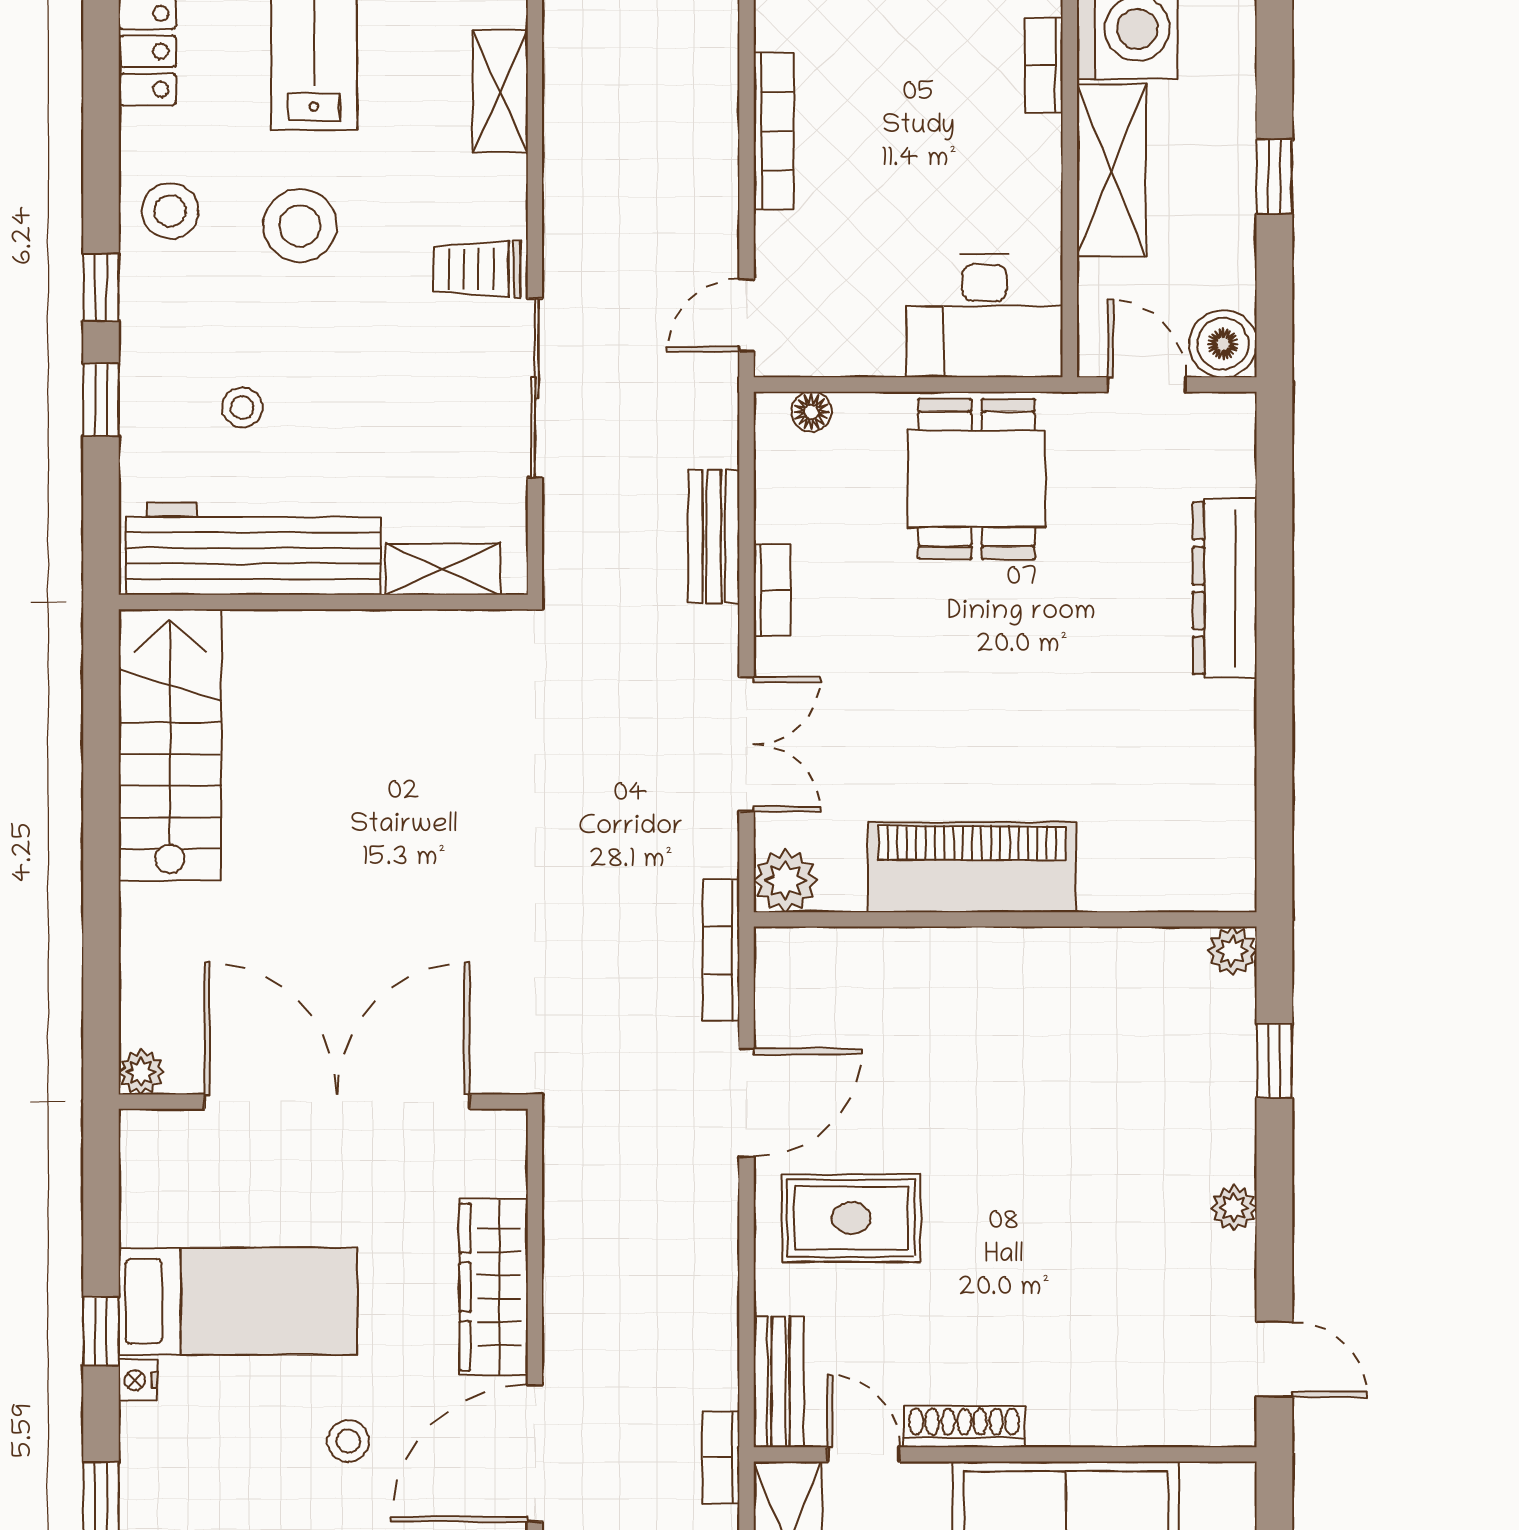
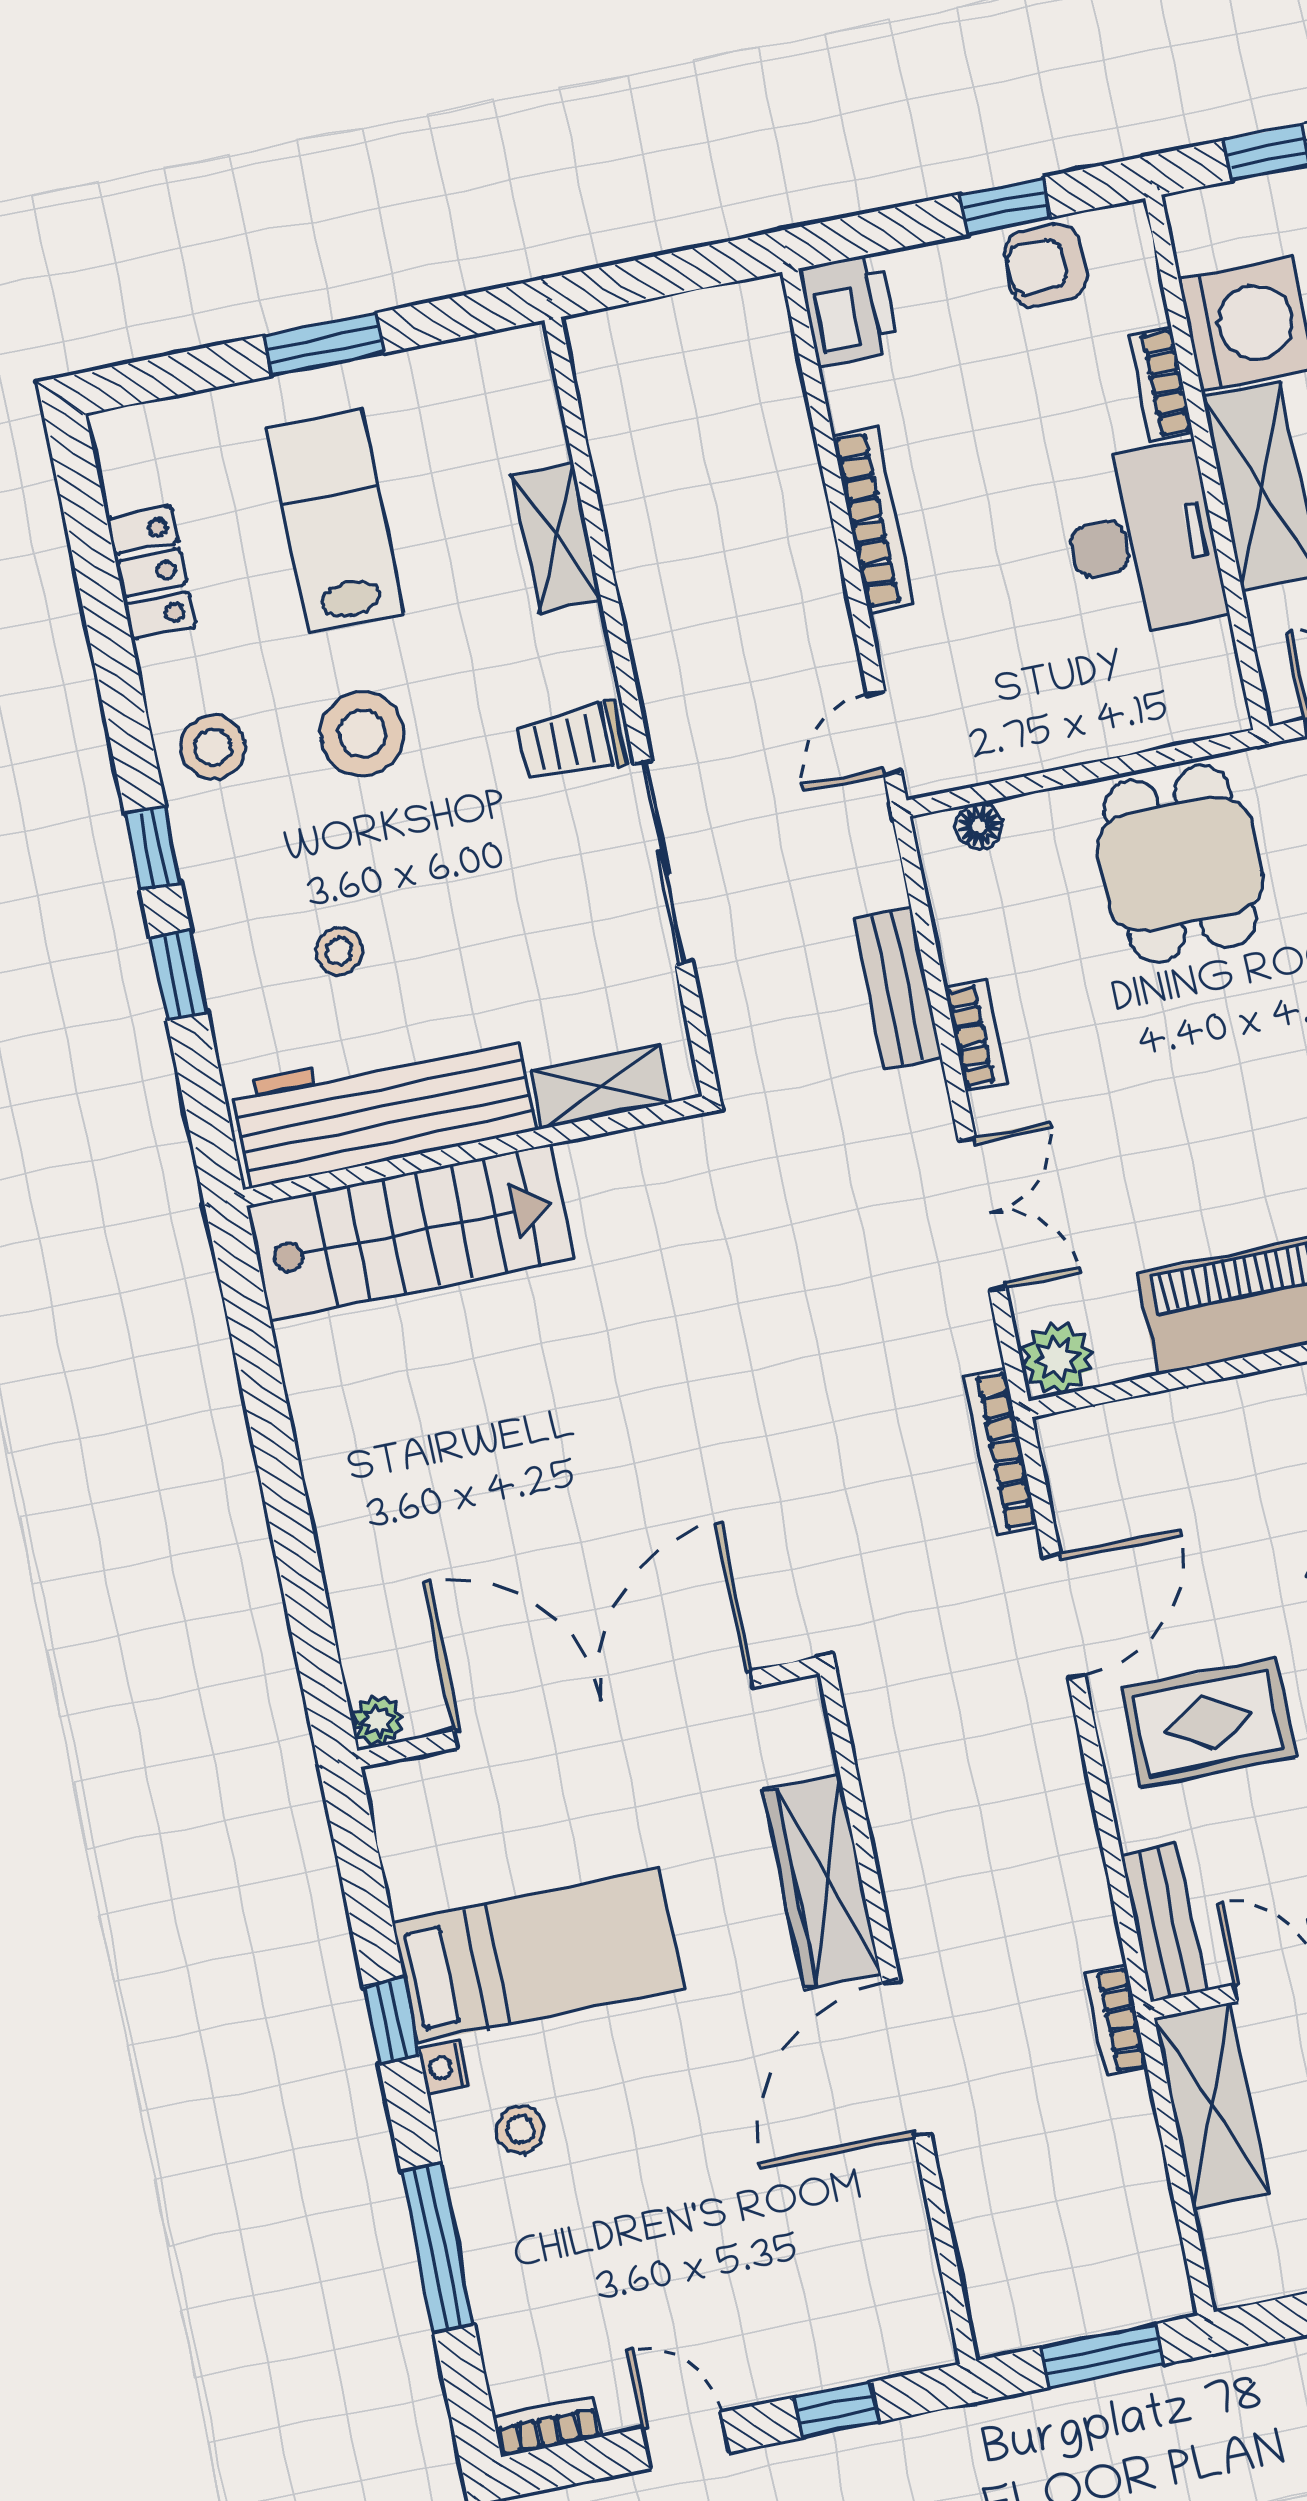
desk: (984, 316) -> (1143, 540), moved, turned -90
stairs: (170, 745) -> (410, 1232), moved, turned 90
stool: (348, 1441) -> (520, 2130), moved

